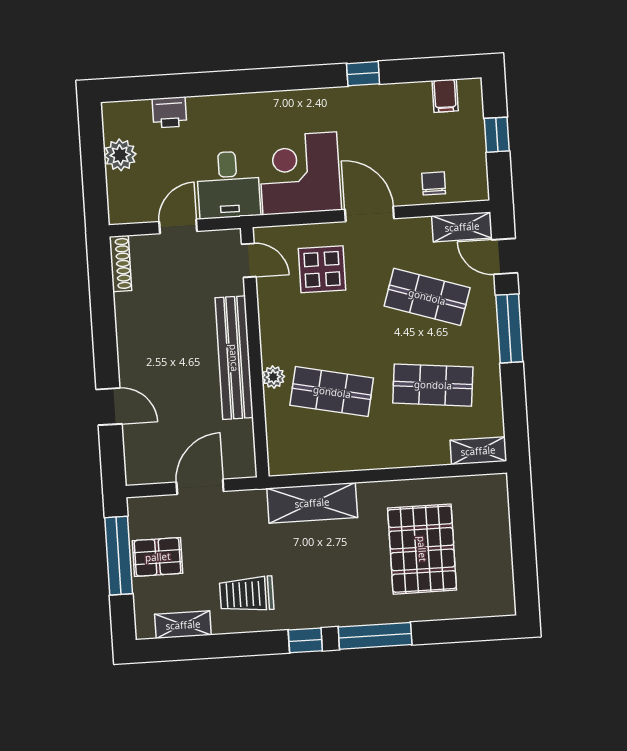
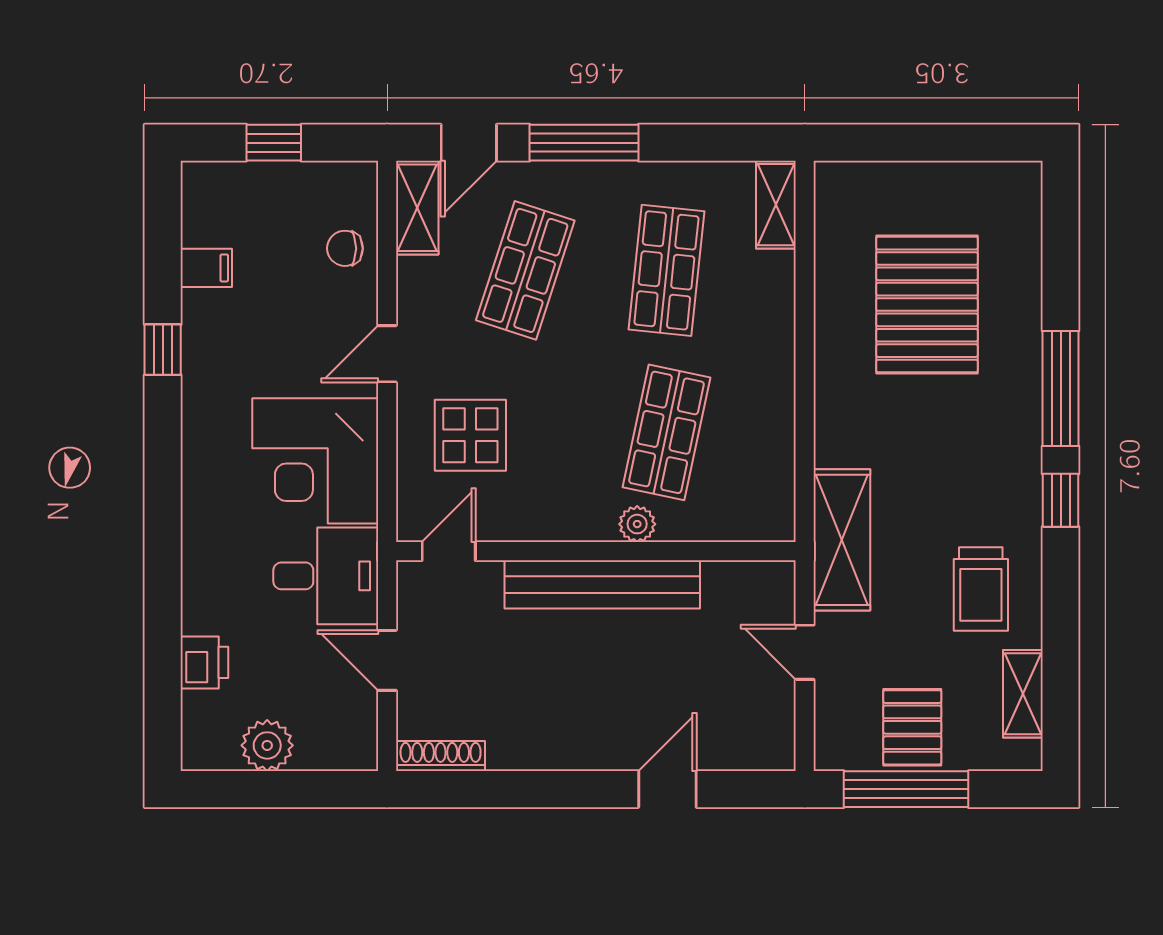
filing cabinet: (445, 96) -> (206, 268), moved
door: (369, 214) -> (387, 354), width x0.73
door: (200, 487) -> (805, 652), width x0.73
shelving: (312, 503) -> (842, 540), moved
pallet: (422, 549) -> (927, 305), turned 90

